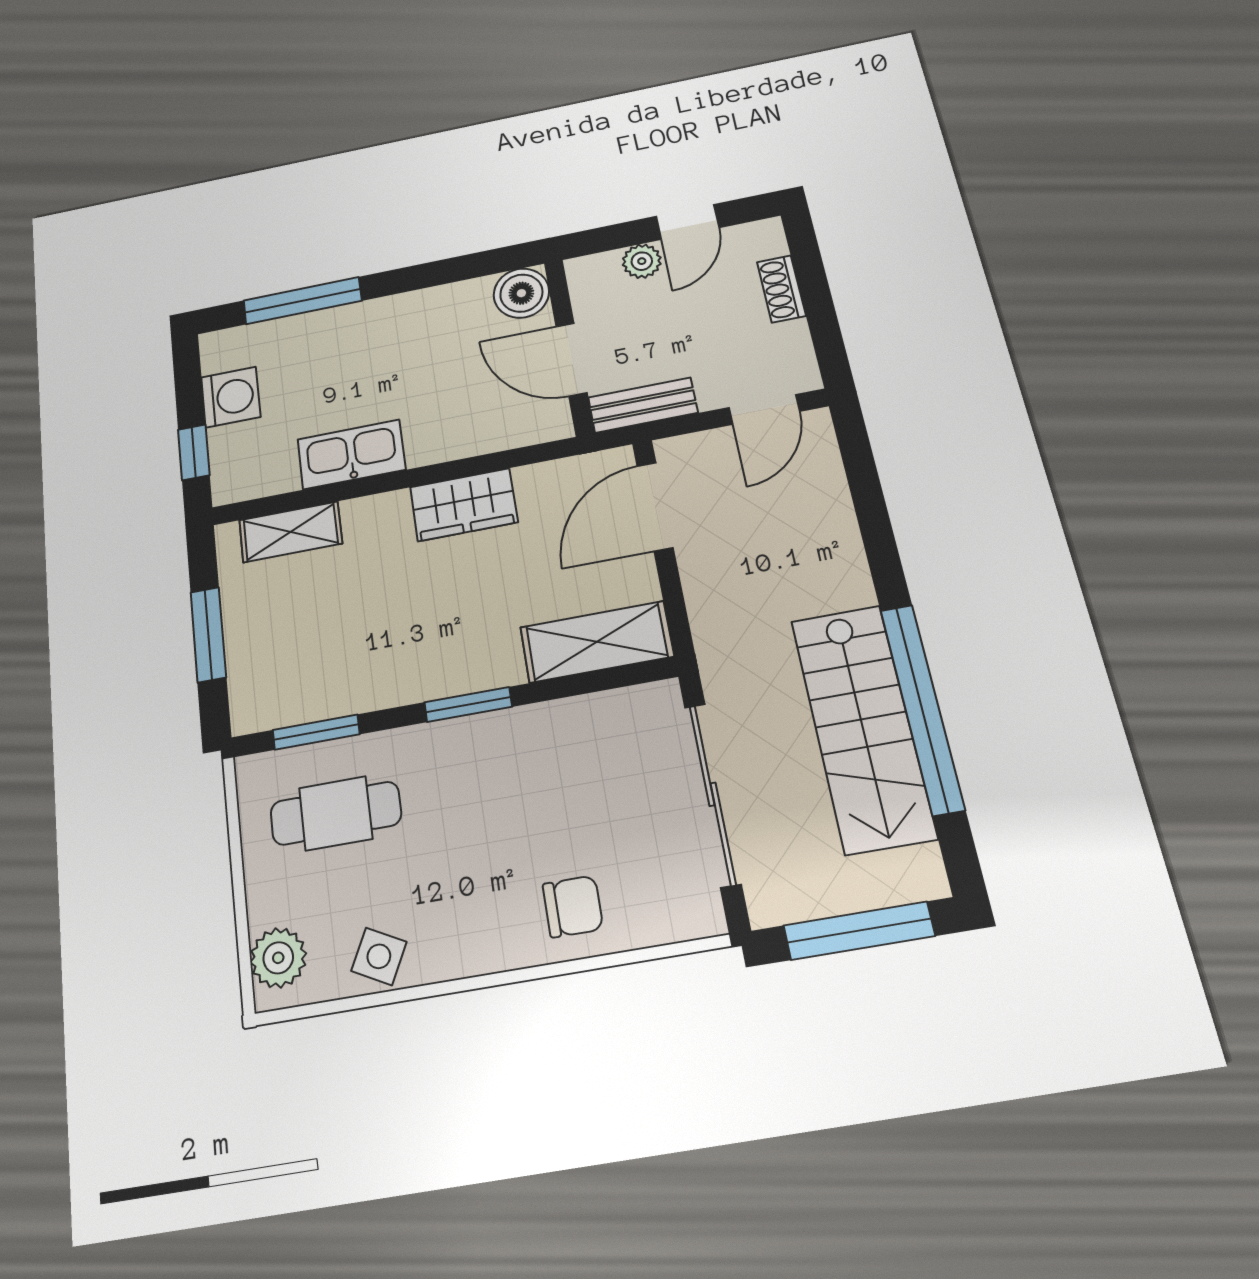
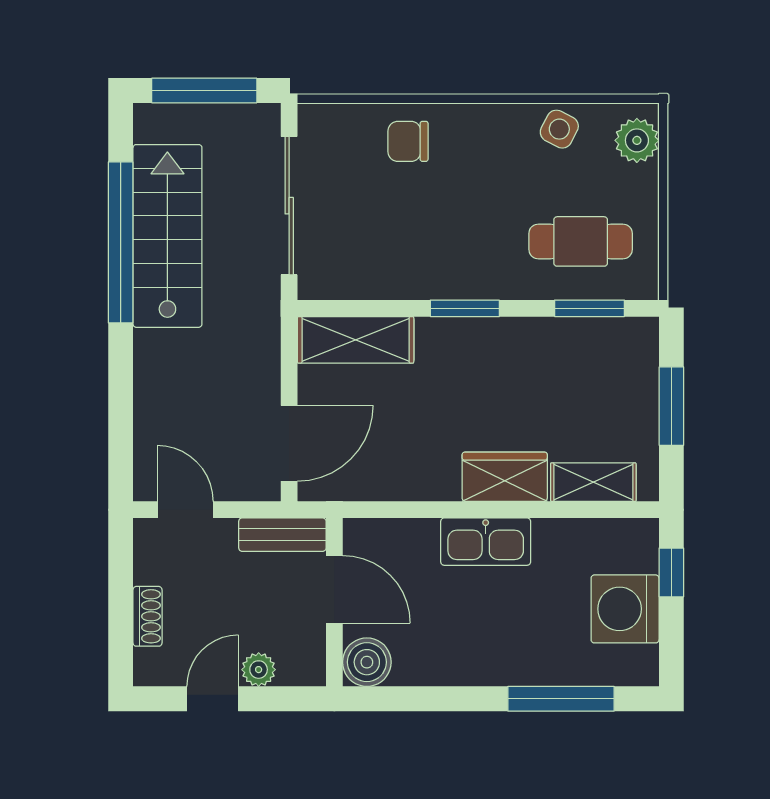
washing machine: (231, 397) -> (625, 609), width x1.37, depth x1.37
door: (764, 409) -> (185, 510), hinge flipped
kitchen sink: (351, 454) -> (486, 542), moved
wardrobe: (464, 505) -> (505, 477), moved

